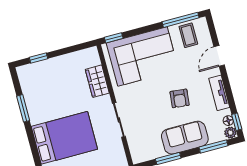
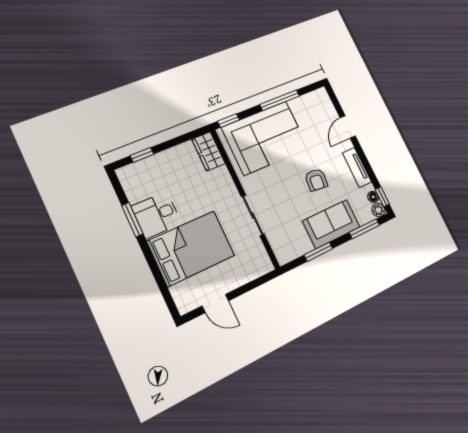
window: (181, 20) -> (280, 100), moved
coffee table: (188, 35) -> (311, 108), removed
wardrobe: (97, 81) -> (208, 151), moved
desk: (42, 107) -> (156, 215), added

